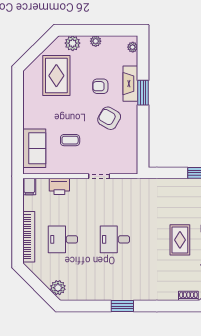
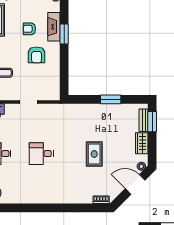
armchair: (109, 118) -> (37, 55), turned -120
window: (122, 306) -> (47, 208), removed

